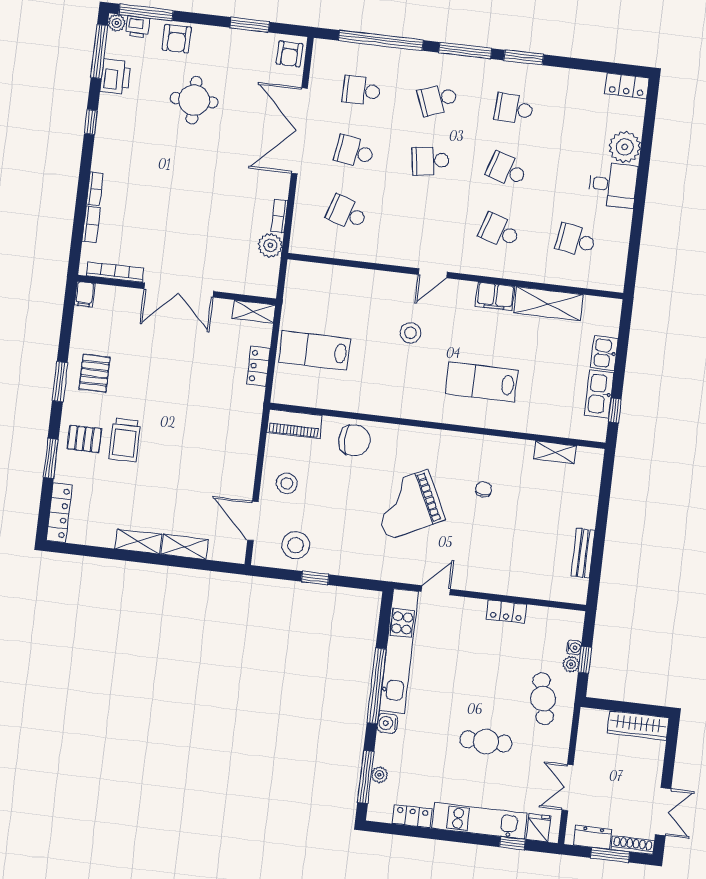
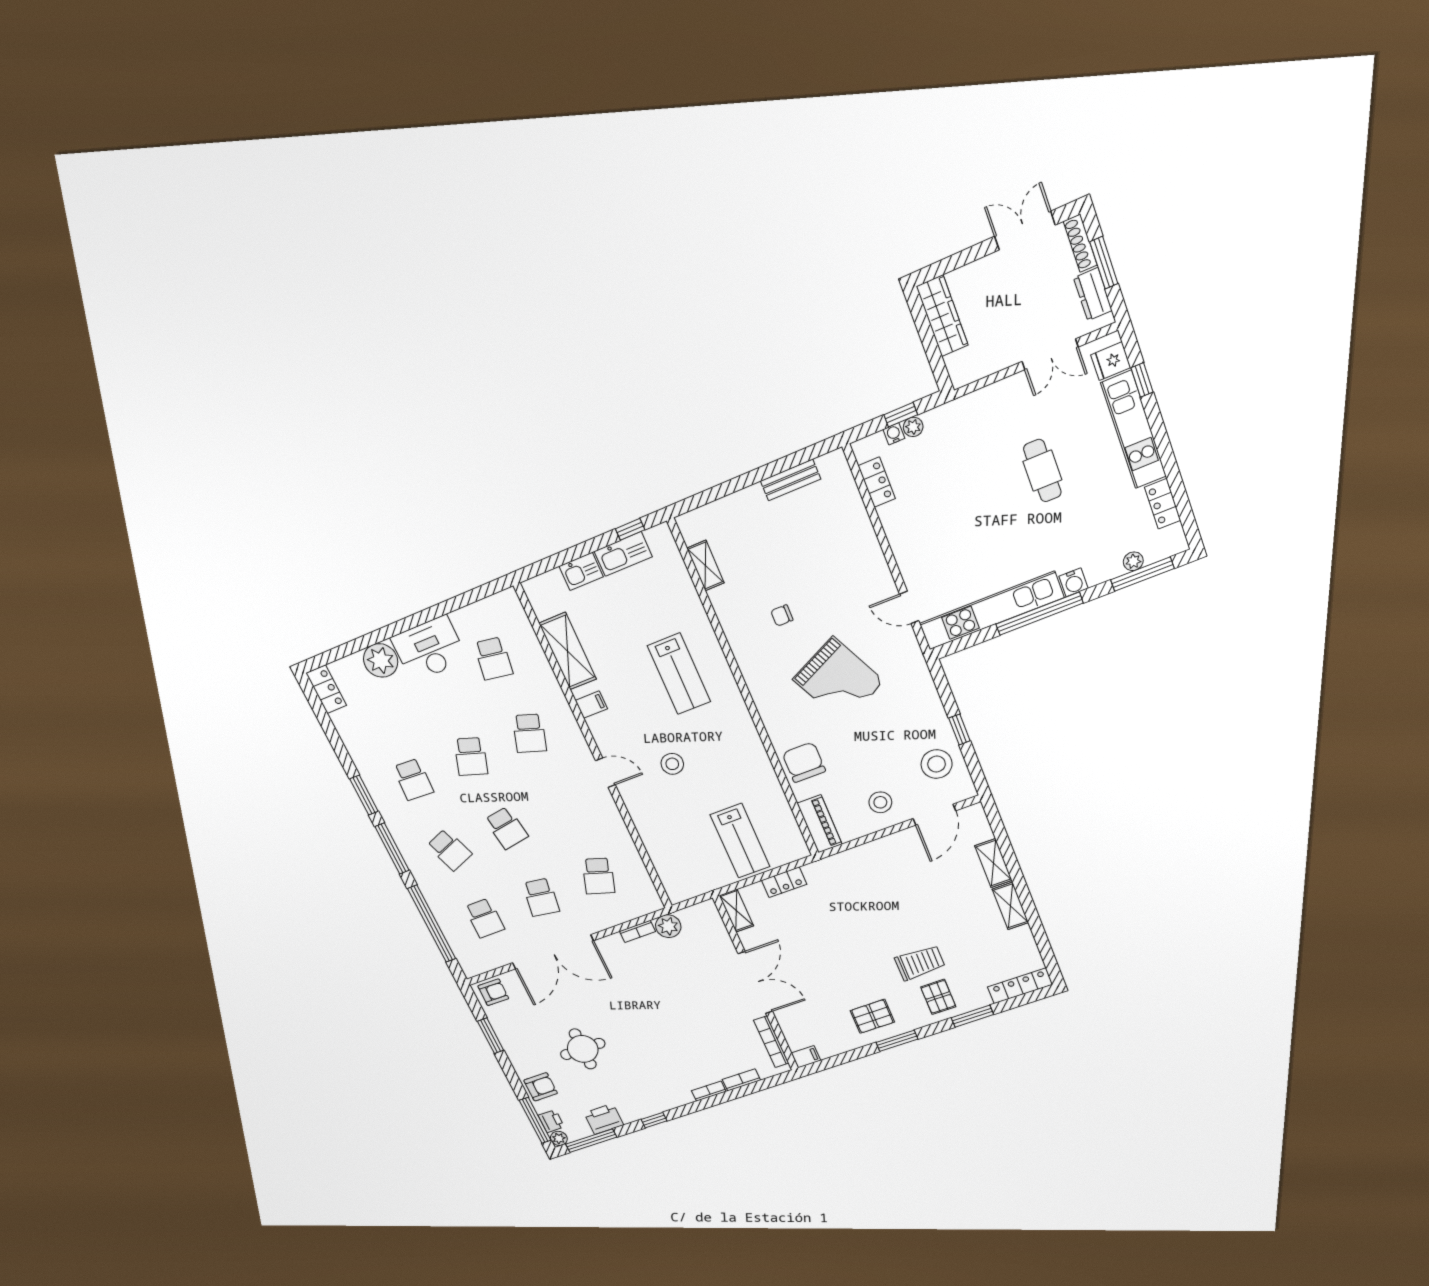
desk: (613, 185) -> (429, 649), width x1.37
filing cabinet: (495, 296) -> (591, 705), width x0.50
locker: (506, 612) -> (877, 482), moved
cafe table: (543, 699) -> (965, 436), removed

